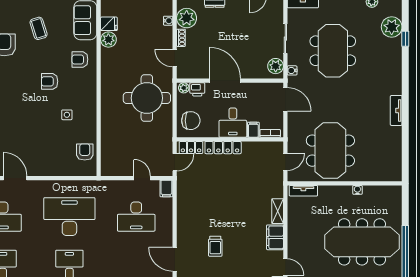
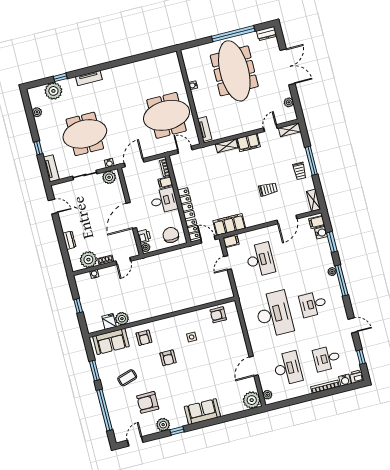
round table: (147, 98) -> (162, 275), removed
tv unit: (396, 110) -> (89, 78), moved
filing cabinet: (186, 191) -> (229, 224), added
desk: (69, 217) -> (274, 314), turned 180

